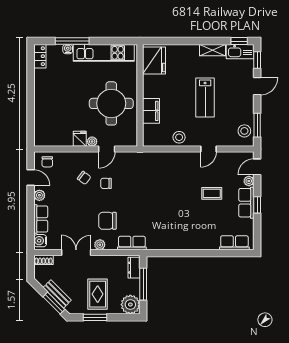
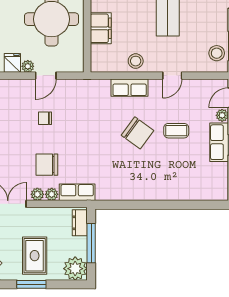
chair: (84, 178) -> (137, 133), moved, width x1.87, depth x1.87
row of seats: (234, 243) -> (130, 88), moved, turned 180
plant: (111, 245) -> (52, 194), added

